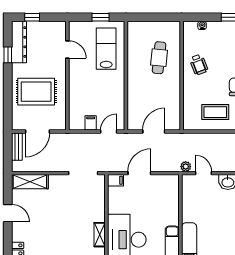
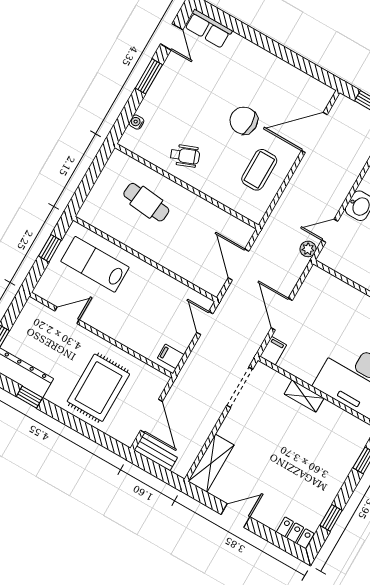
filing cabinet: (91, 123) -> (171, 356), moved
shelving: (100, 235) -> (304, 396), moved

